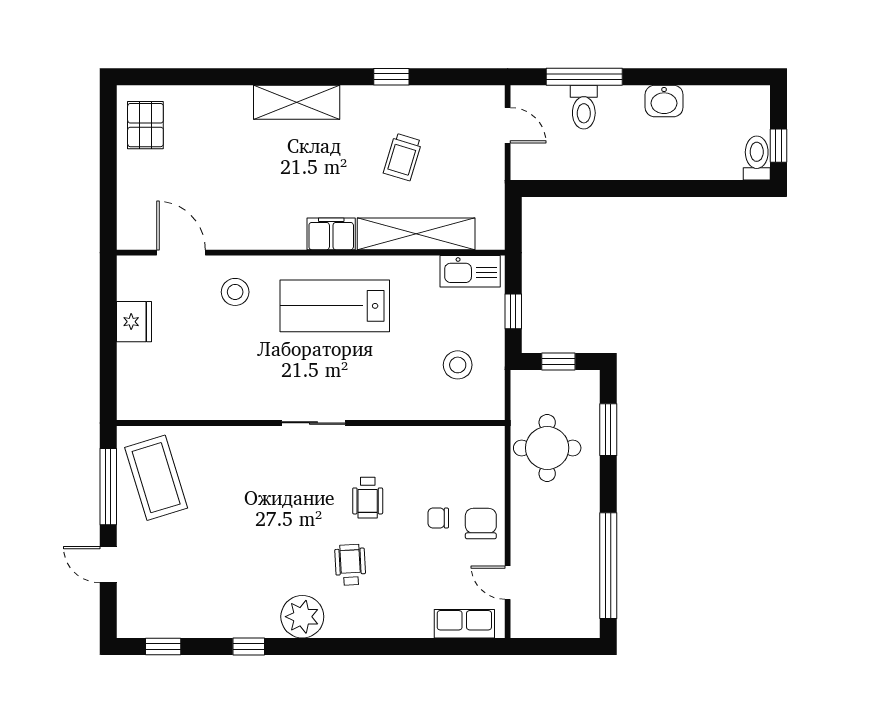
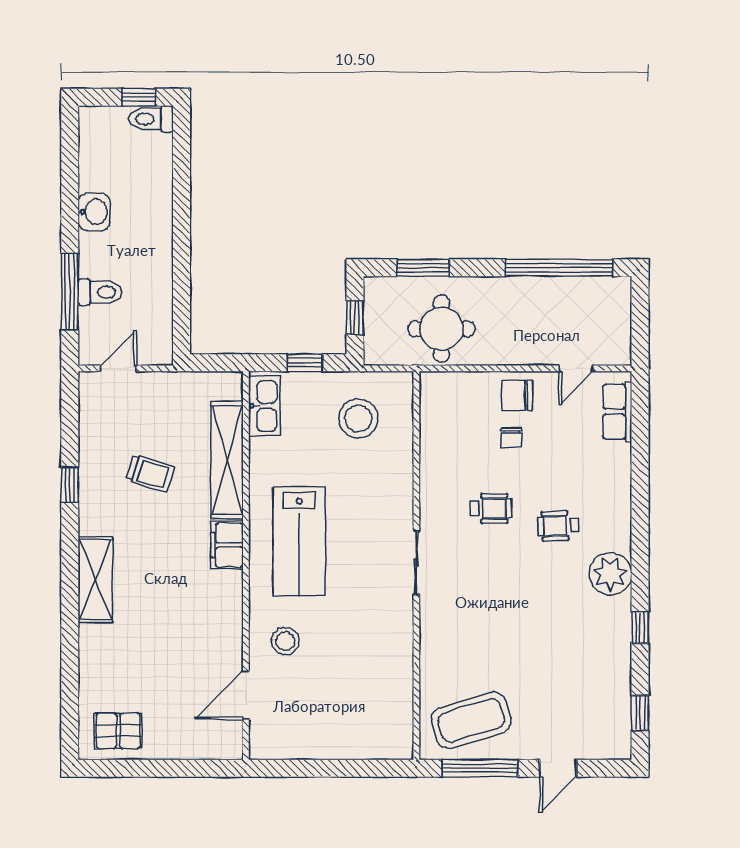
fridge: (134, 322) -> (315, 742), removed
stool: (458, 365) -> (358, 418), width x1.38, depth x1.38

